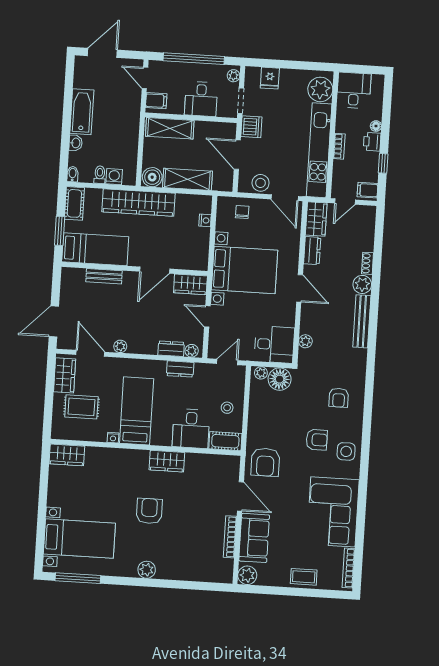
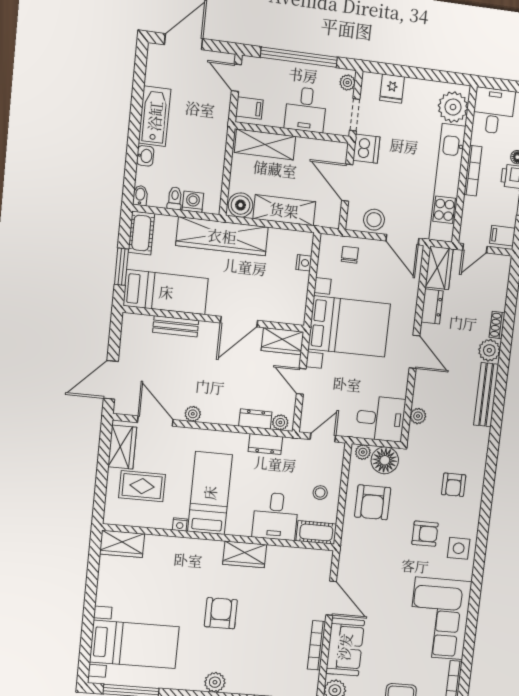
bookcase: (339, 146) -> (473, 171), width x1.56
armchair: (265, 462) -> (373, 502), moved

